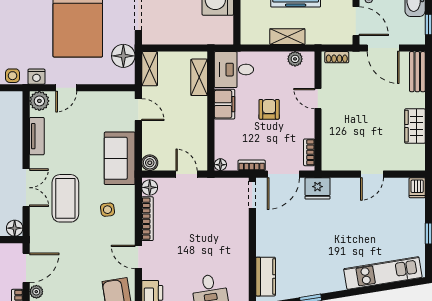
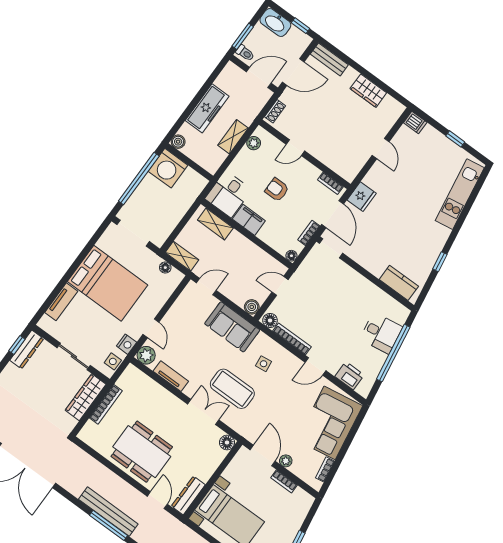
floor lamp: (123, 56) -> (165, 268), width x0.53, depth x0.53

